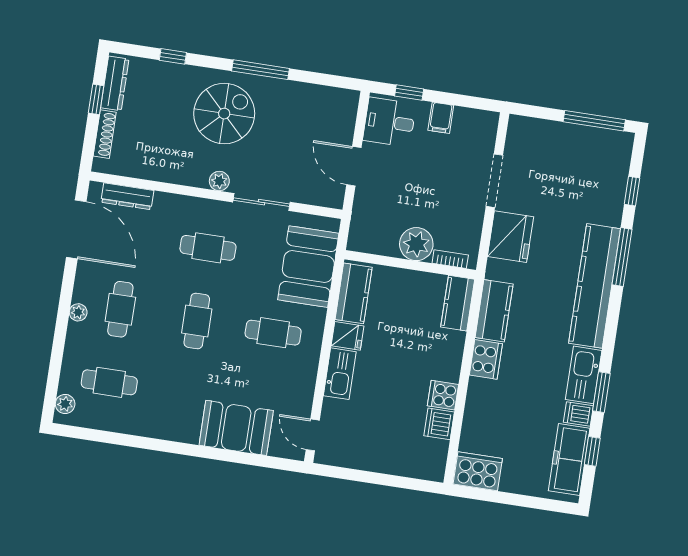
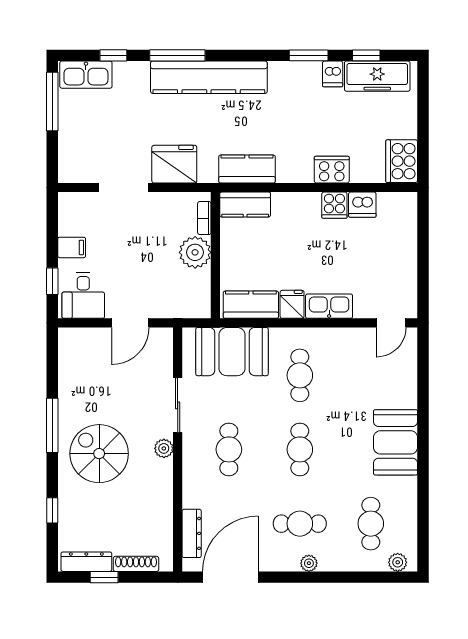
cafe table: (197, 321) -> (300, 449), turned 90
cooker: (486, 359) -> (332, 170), moved
kitchen sink: (584, 375) -> (86, 75), moved
booth: (236, 428) -> (396, 442), moved

